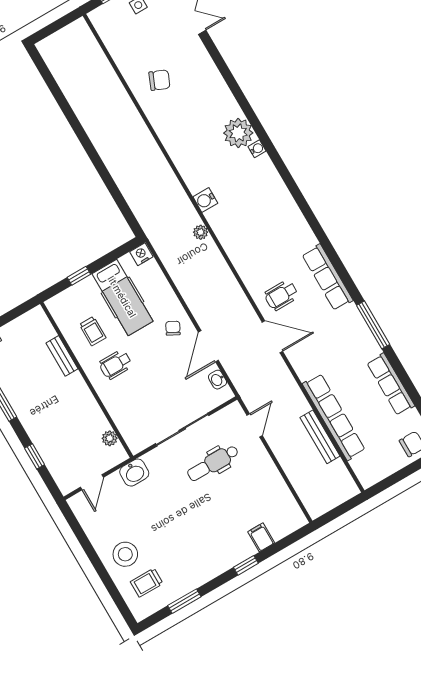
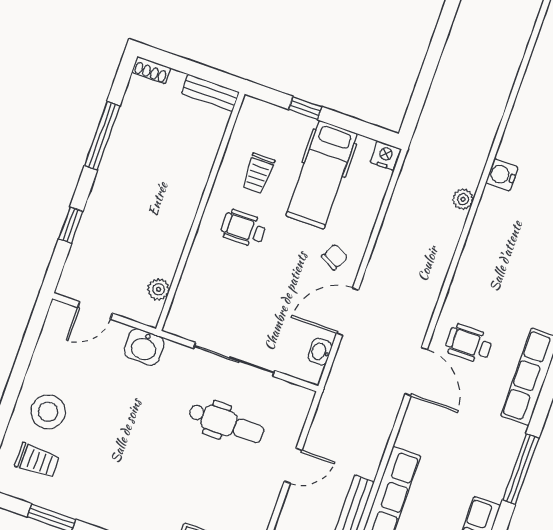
bench: (62, 356) -> (210, 93), moved, turned 90
door: (255, 425) -> (293, 466), moved
dental chair: (213, 463) -> (226, 423), turned 180
trolley: (147, 583) -> (37, 461), turned 180

